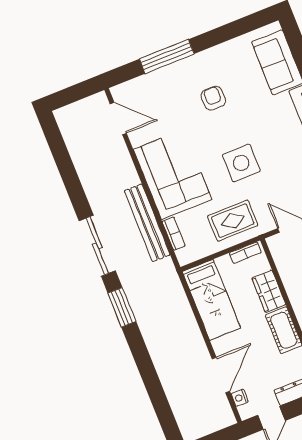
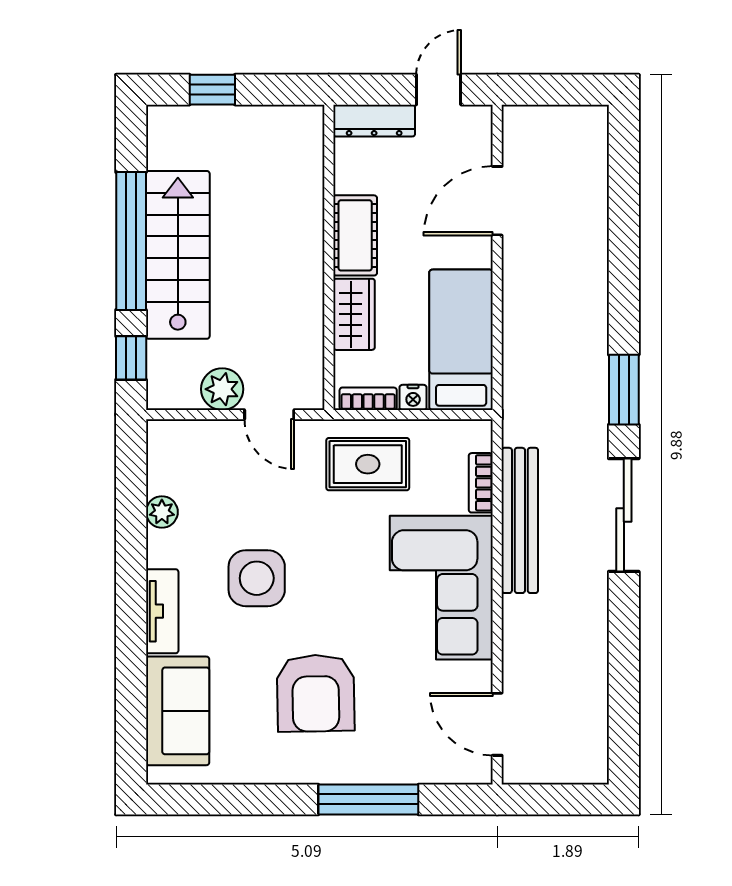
armchair: (213, 98) -> (316, 693), width x1.88, depth x1.88
side table: (241, 163) -> (257, 578), moved
nightstand: (240, 398) -> (413, 397), moved, turned 90

